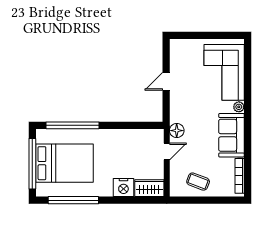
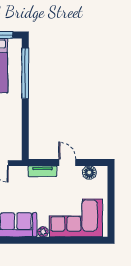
tv unit: (175, 107) -> (42, 171), added
floor lamp: (177, 131) -> (89, 173), moved

